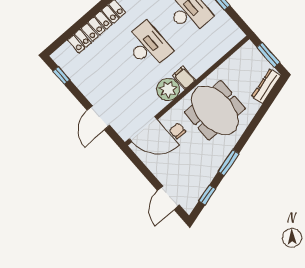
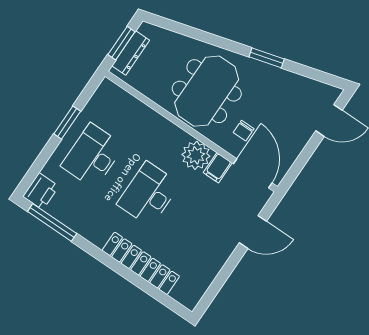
window: (61, 75) -> (213, 291), removed
filing cabinet: (184, 78) -> (218, 168), moved
dresser: (266, 86) -> (131, 53), moved, turned -74
window: (207, 195) -> (313, 74), removed

